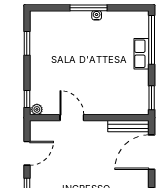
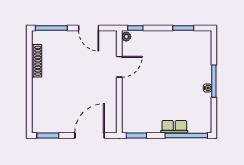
bench: (128, 126) -> (112, 115), removed
door: (152, 152) -> (90, 135), hinge flipped

